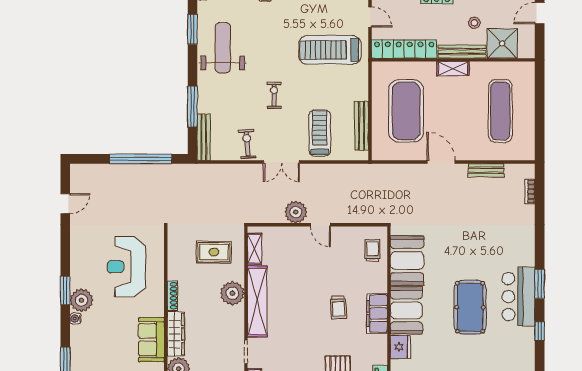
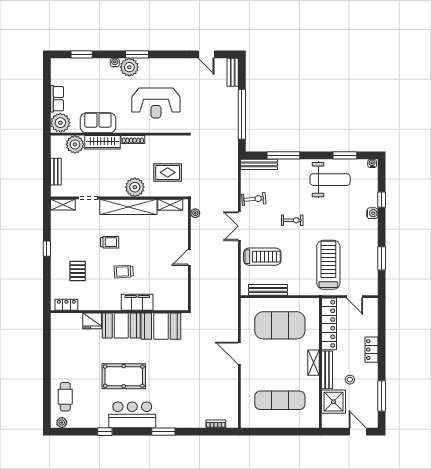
door: (370, 17) -> (355, 297), hinge flipped
door: (441, 162) -> (239, 353), swing flipped
bench: (486, 170) -> (233, 72), moved
plant: (296, 212) -> (195, 213), moved, width x0.53, depth x0.53
trolley: (372, 250) -> (110, 242), moved
rug: (214, 252) -> (168, 172), turned 90
reception desk: (126, 267) -> (156, 103), turned 180
window: (540, 284) -> (163, 432), moved
filing cabinet: (377, 313) -> (137, 302), moved

